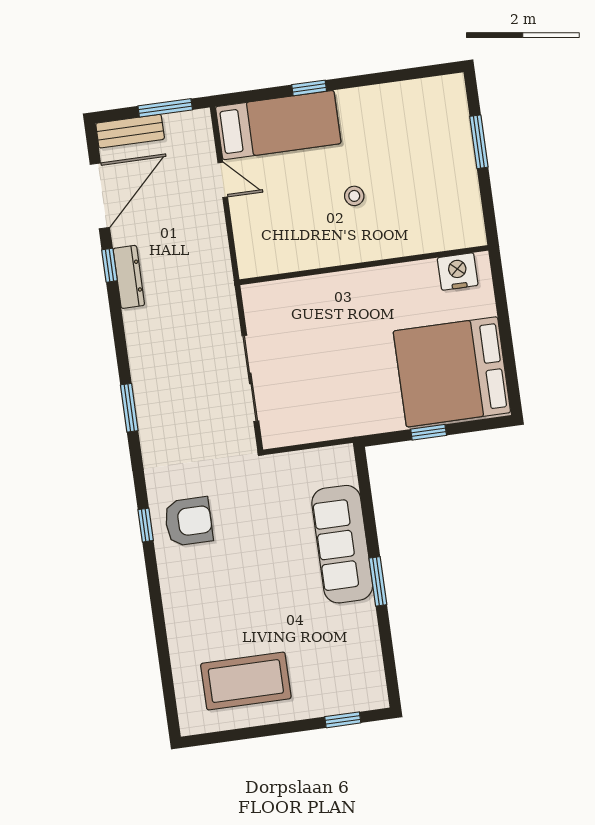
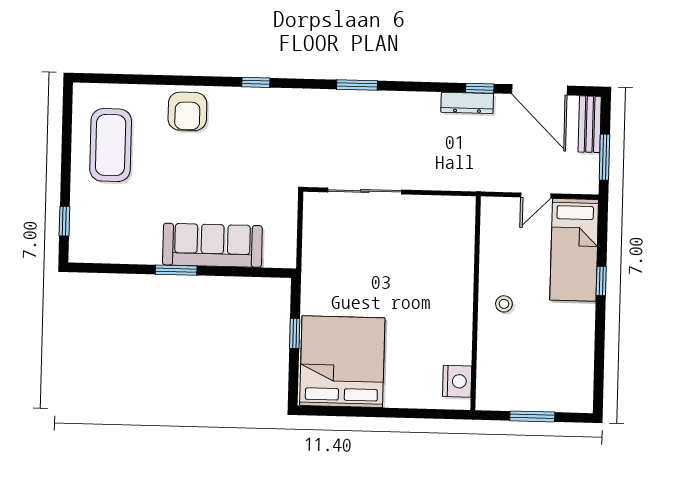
wall: (364, 265) -> (476, 303), moved
nightstand: (458, 272) -> (457, 381), moved
armchair: (188, 521) -> (187, 111), moved

